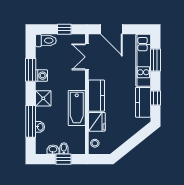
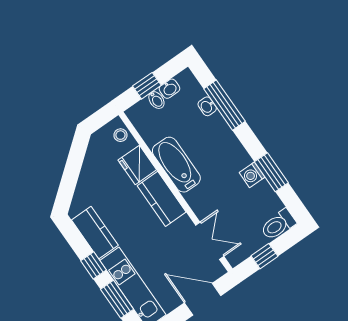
shower: (43, 98) -> (229, 147), removed
window: (156, 98) -> (93, 265), moved

